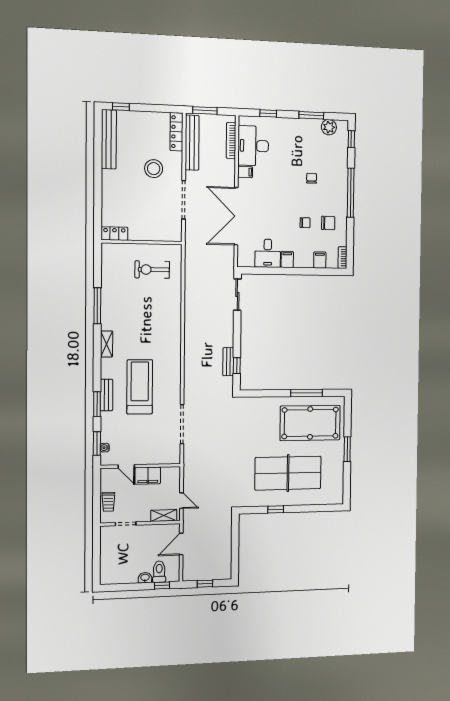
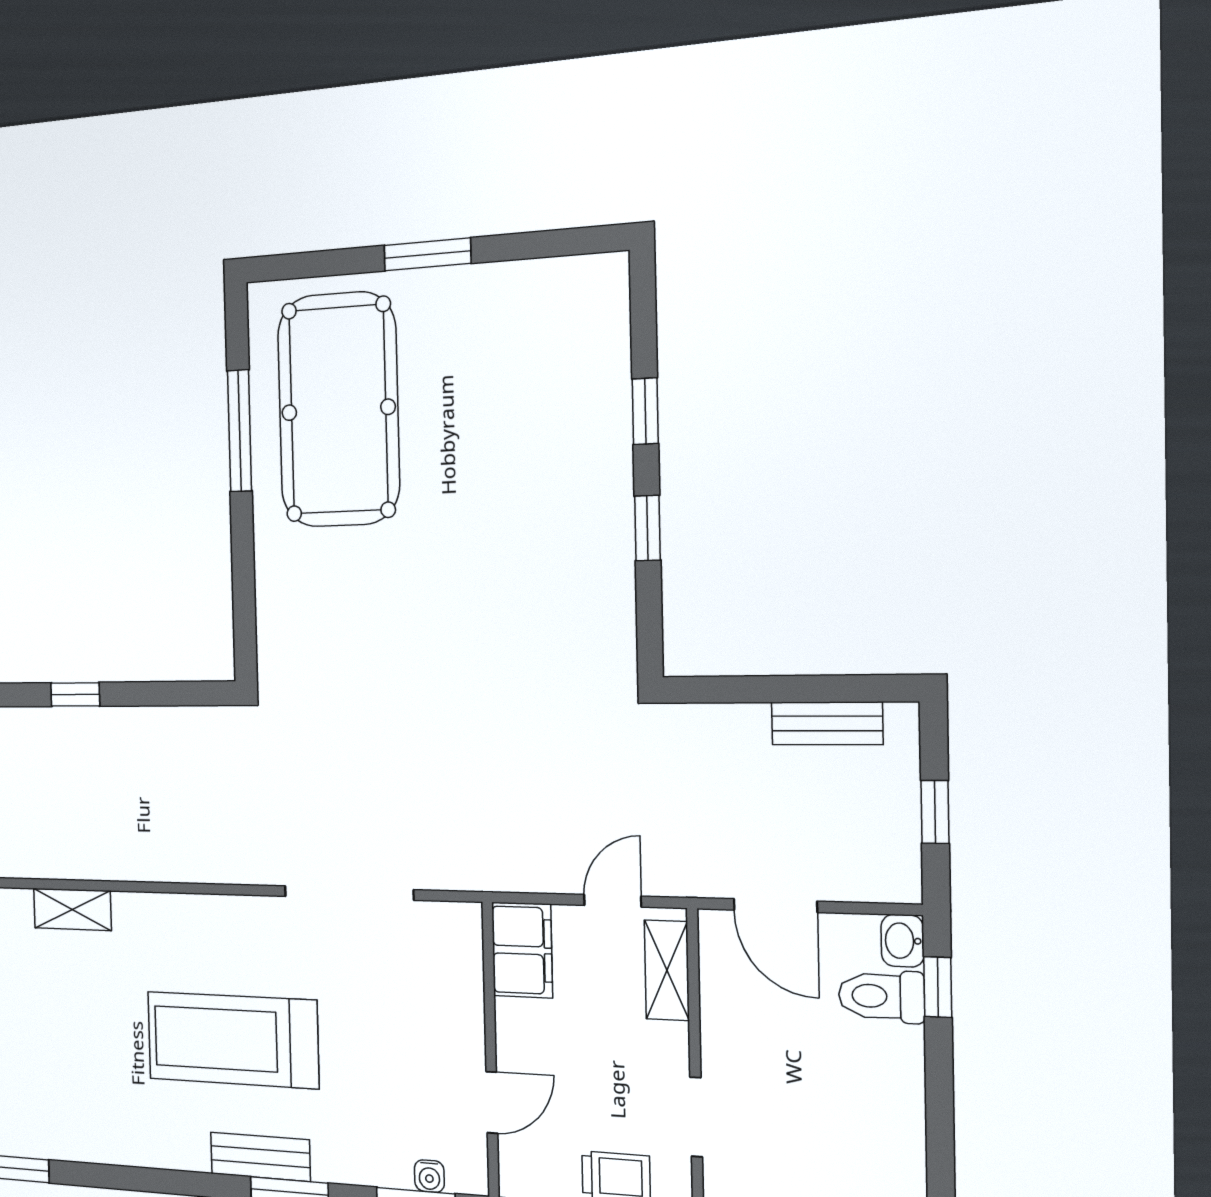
shelving: (107, 344) -> (72, 909), moved
bench: (228, 362) -> (827, 723), moved
window: (237, 366) -> (75, 694), moved
table tennis table: (288, 473) -> (514, 486), removed
filing cabinet: (148, 476) -> (522, 950), moved
window: (304, 509) -> (645, 411), added
washbasin: (145, 578) -> (902, 941), moved

